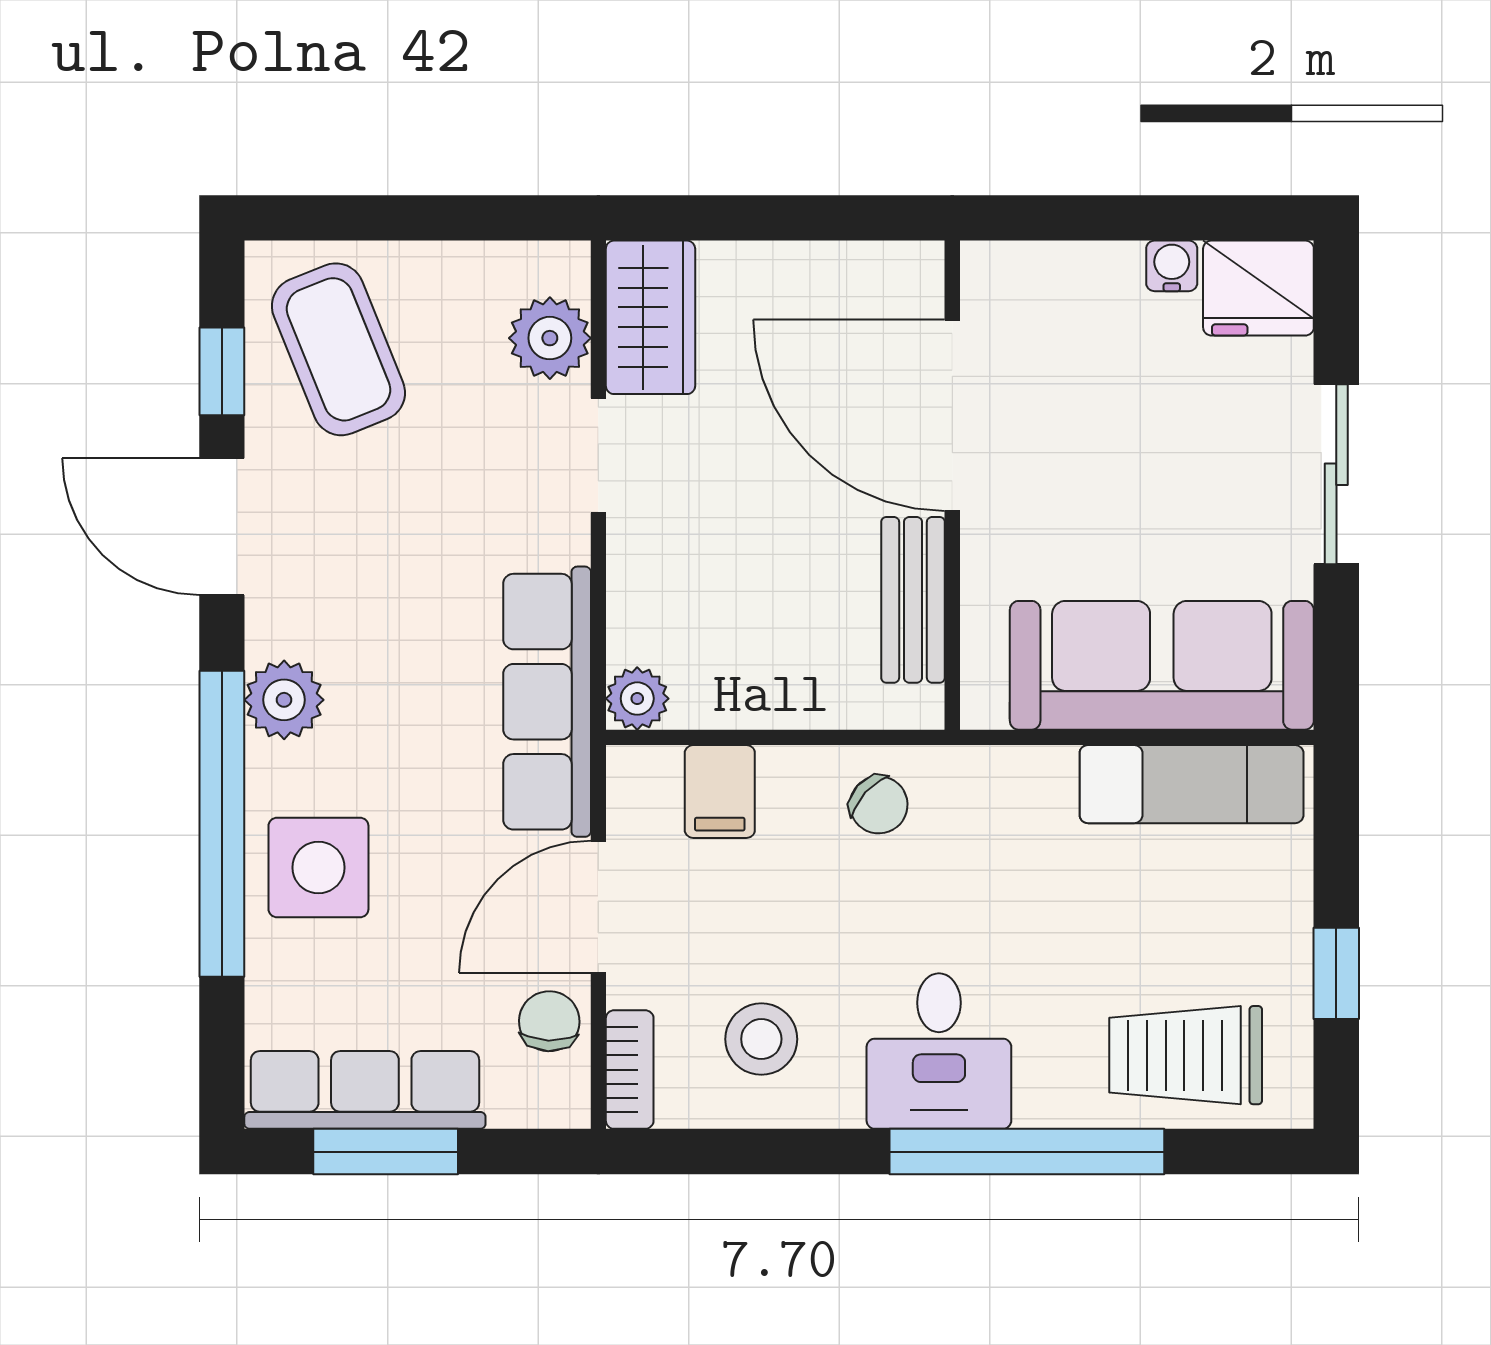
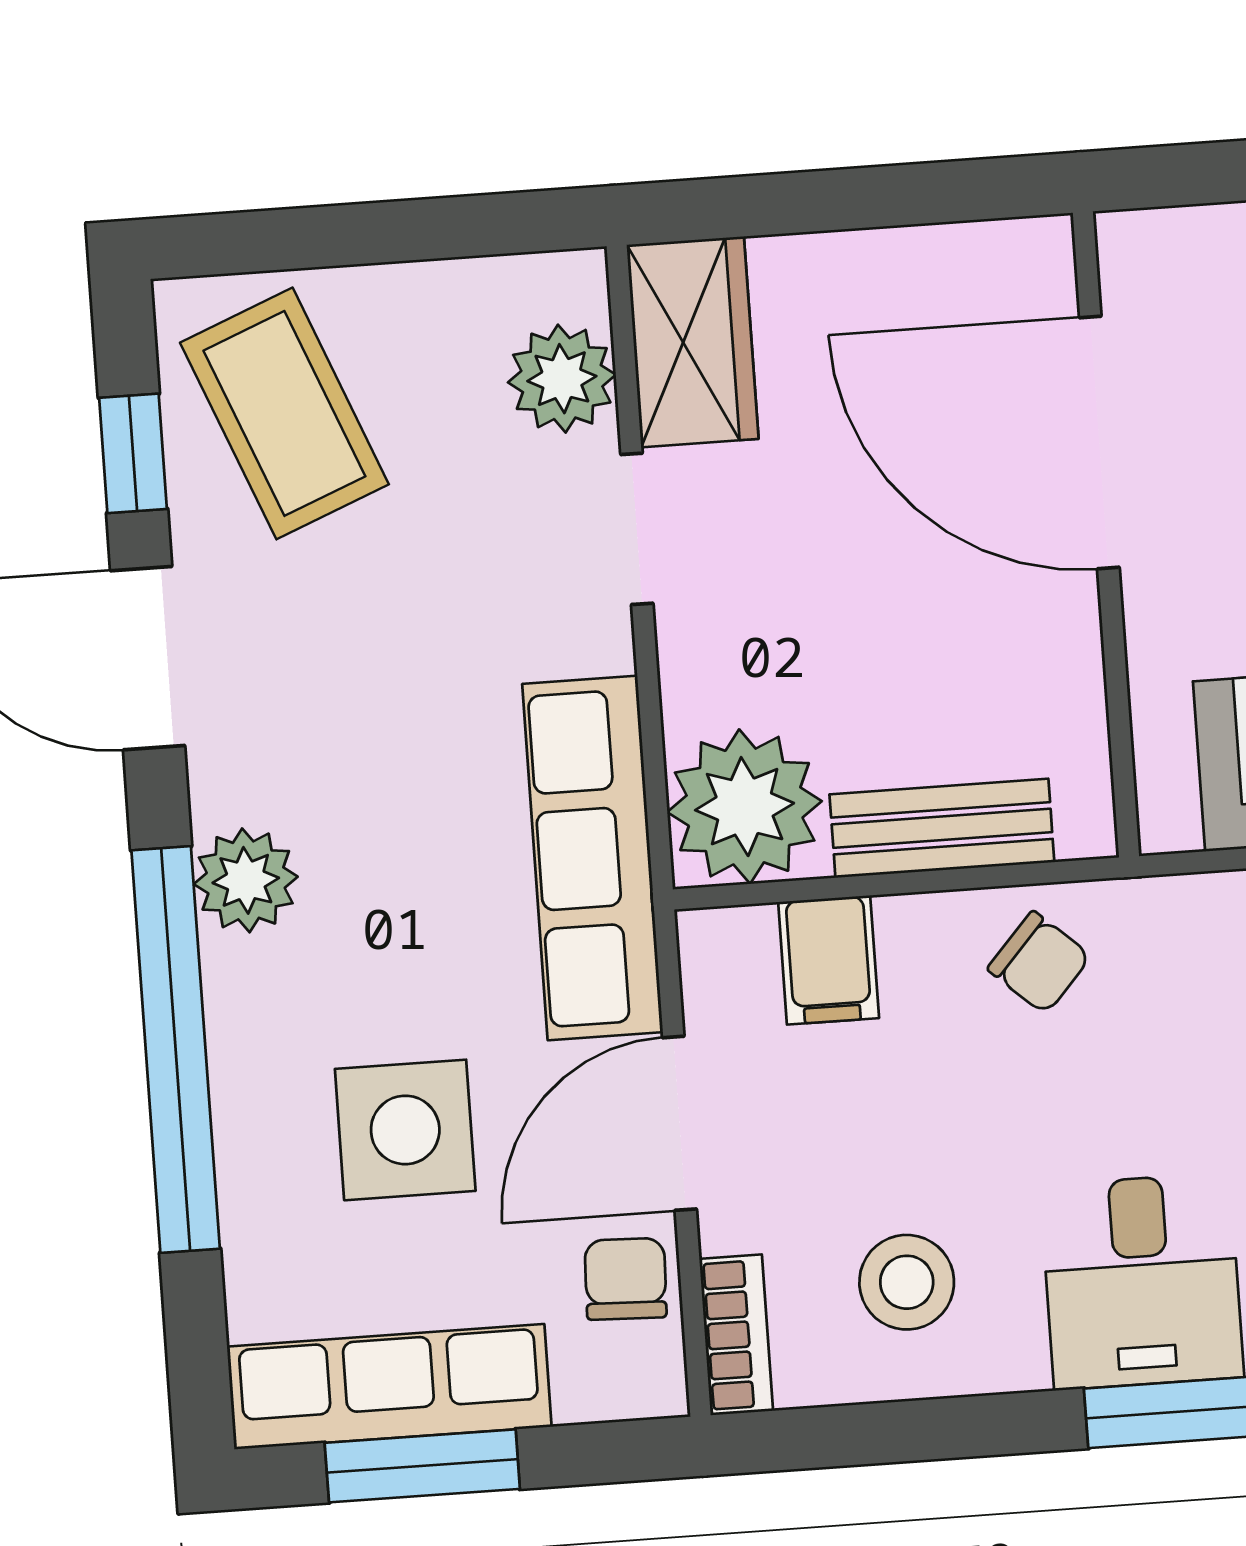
bench: (913, 600) -> (942, 828), moved, turned 90
plant: (637, 699) -> (745, 807), width x1.87, depth x1.87
side table: (318, 868) -> (405, 1130), moved

